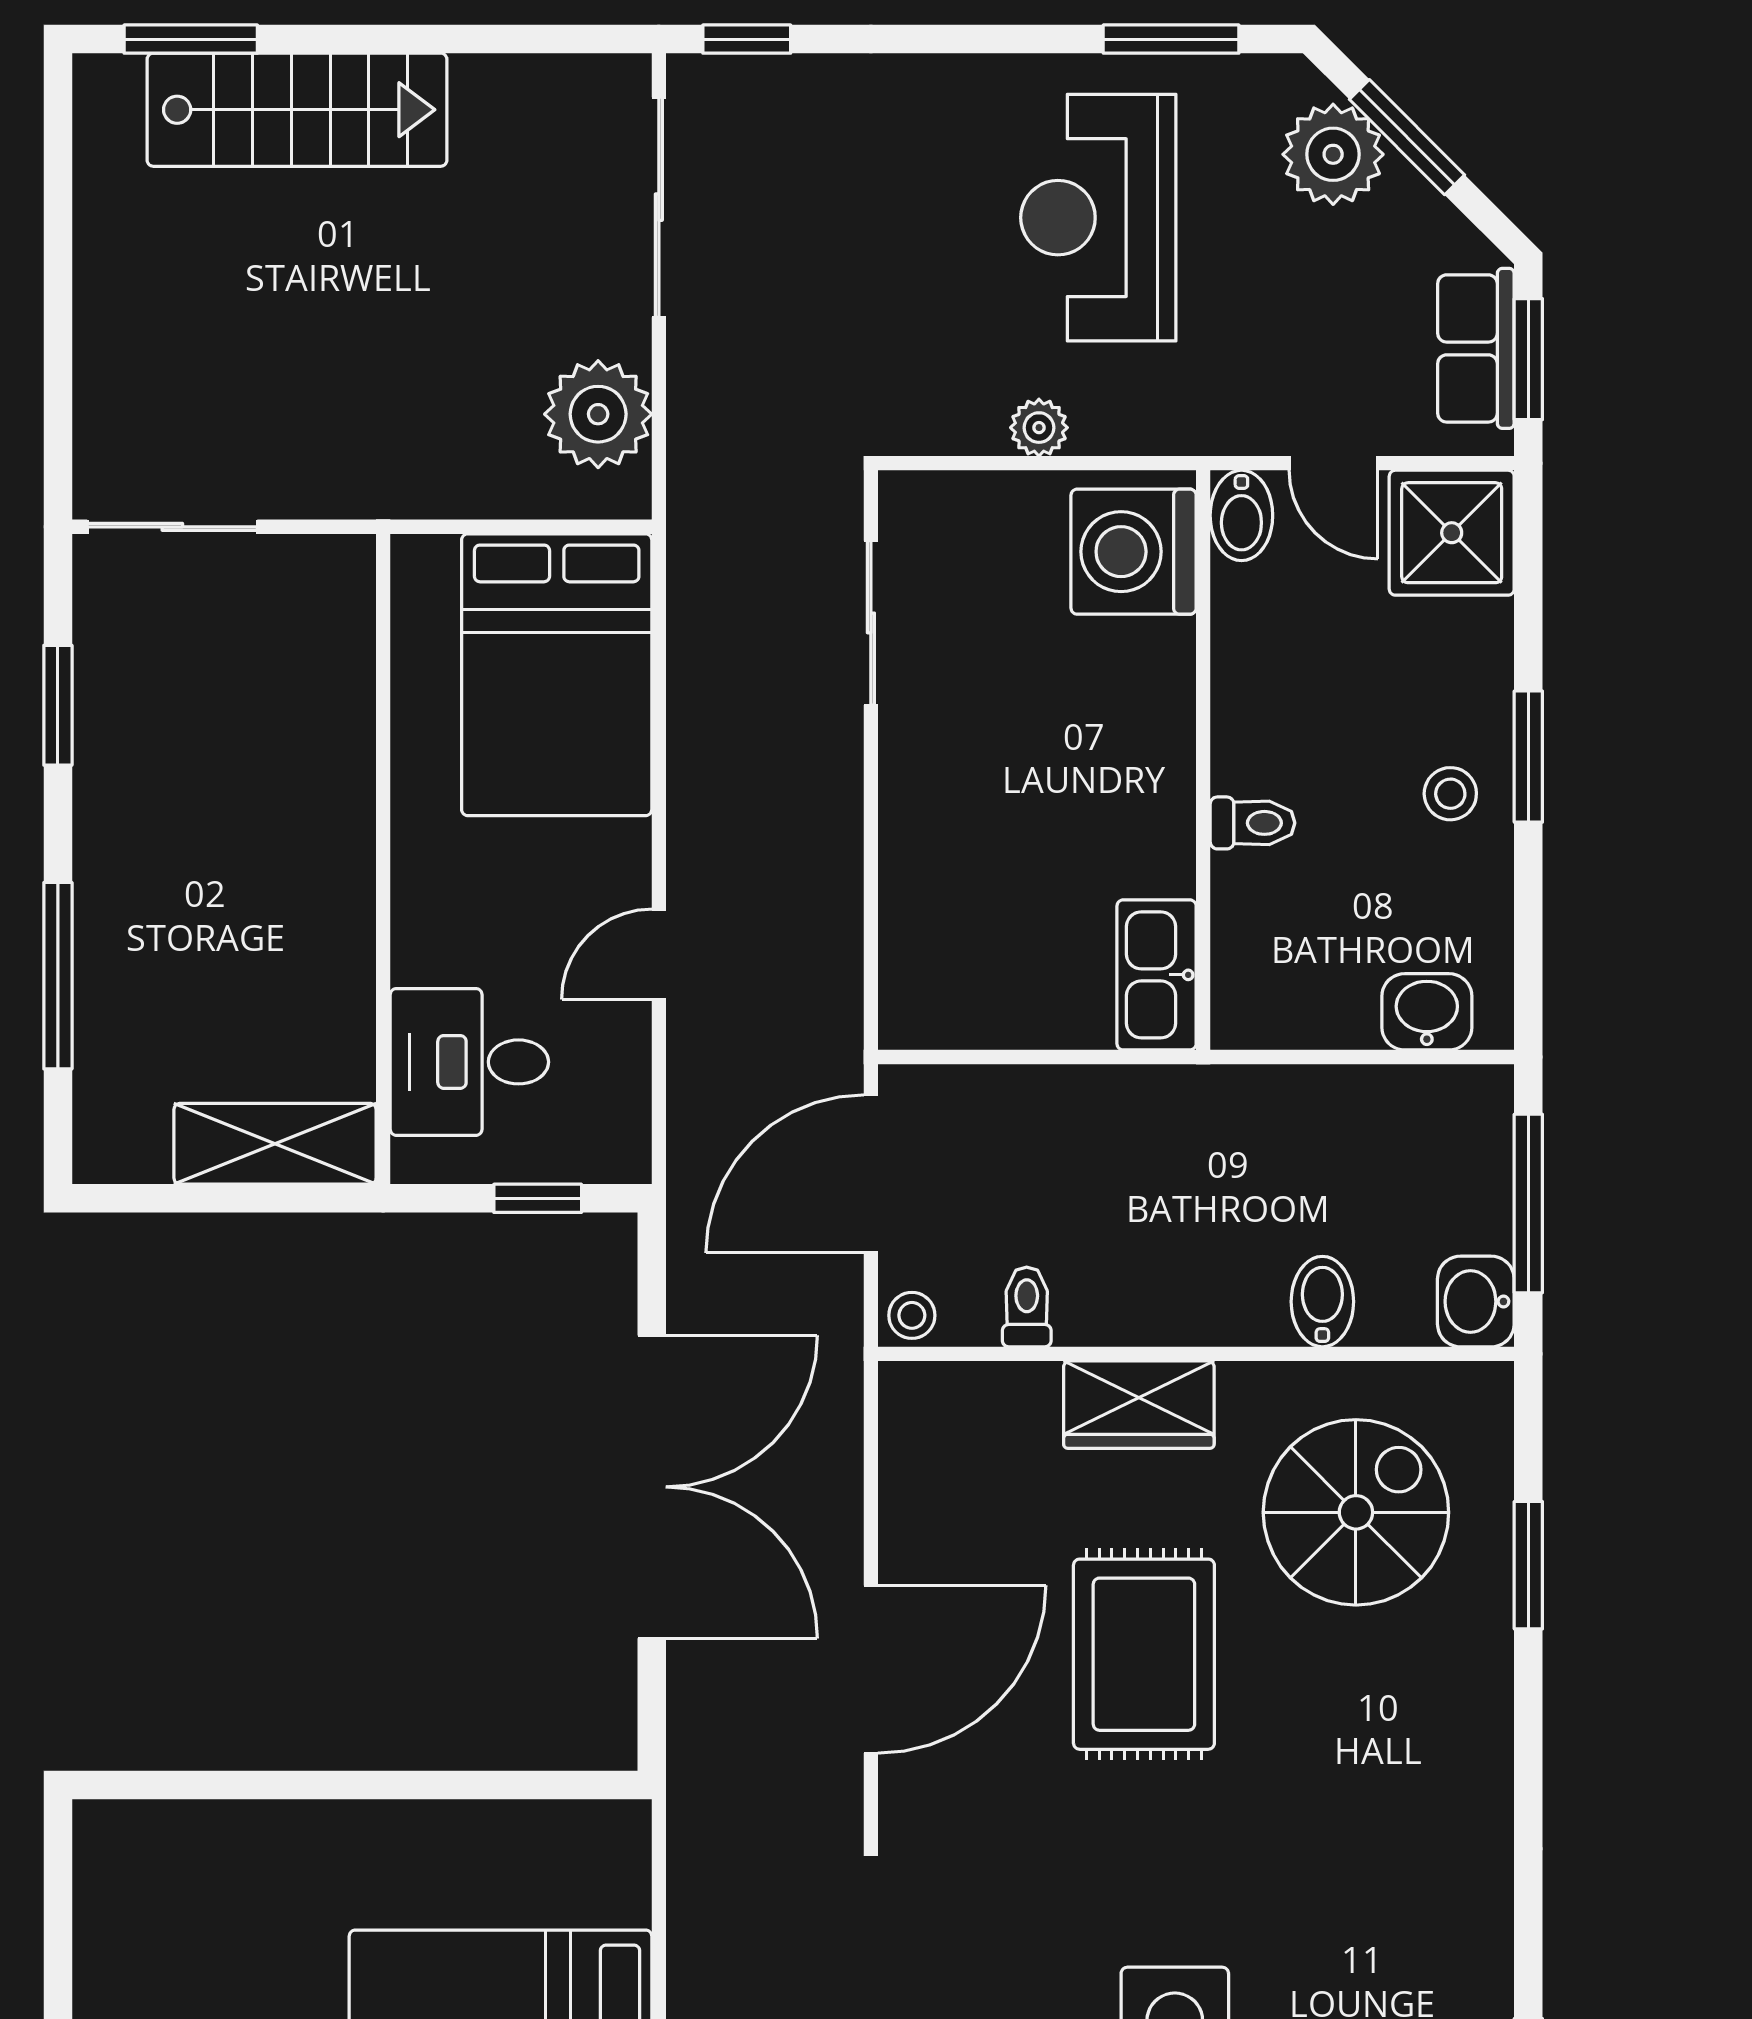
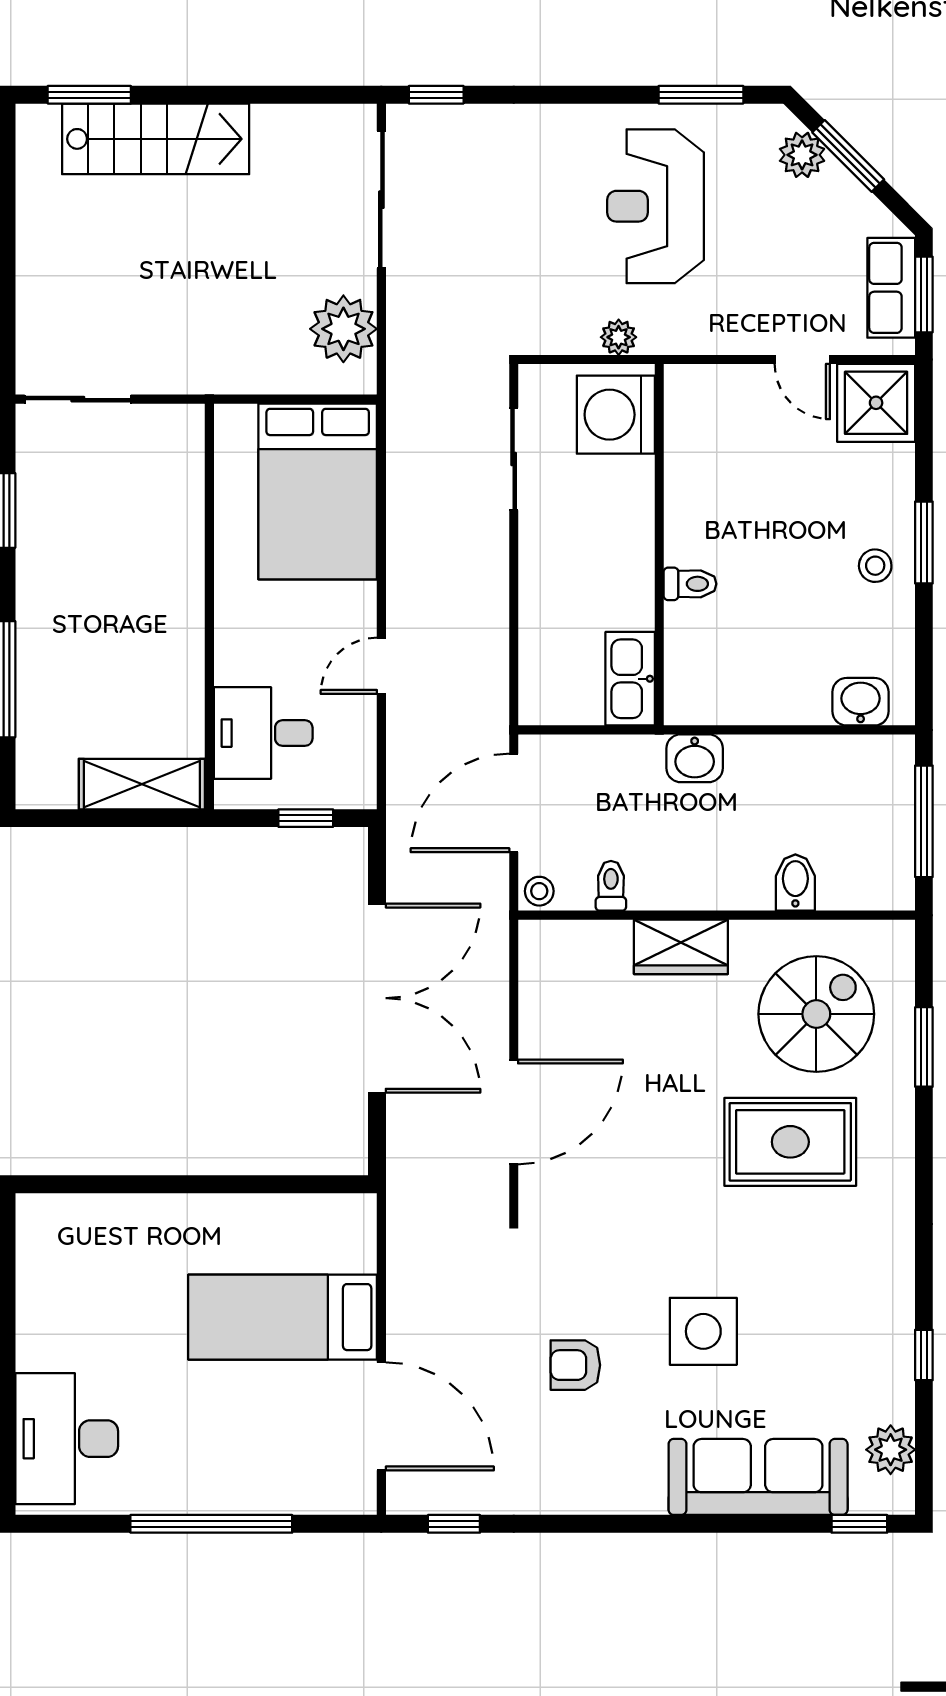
plant: (1333, 154) -> (802, 155), width x0.73, depth x0.73
bidet: (1241, 515) -> (745, 392), removed
washing machine: (1134, 552) -> (616, 415), moved
wall: (1203, 760) -> (659, 545), moved
toilet: (1252, 823) -> (690, 584), moved
kitchen sink: (1157, 975) -> (630, 679), moved
washbasin: (1476, 1301) -> (695, 758), moved, turned -90
rug: (1144, 1654) -> (790, 1142), moved, turned 90

